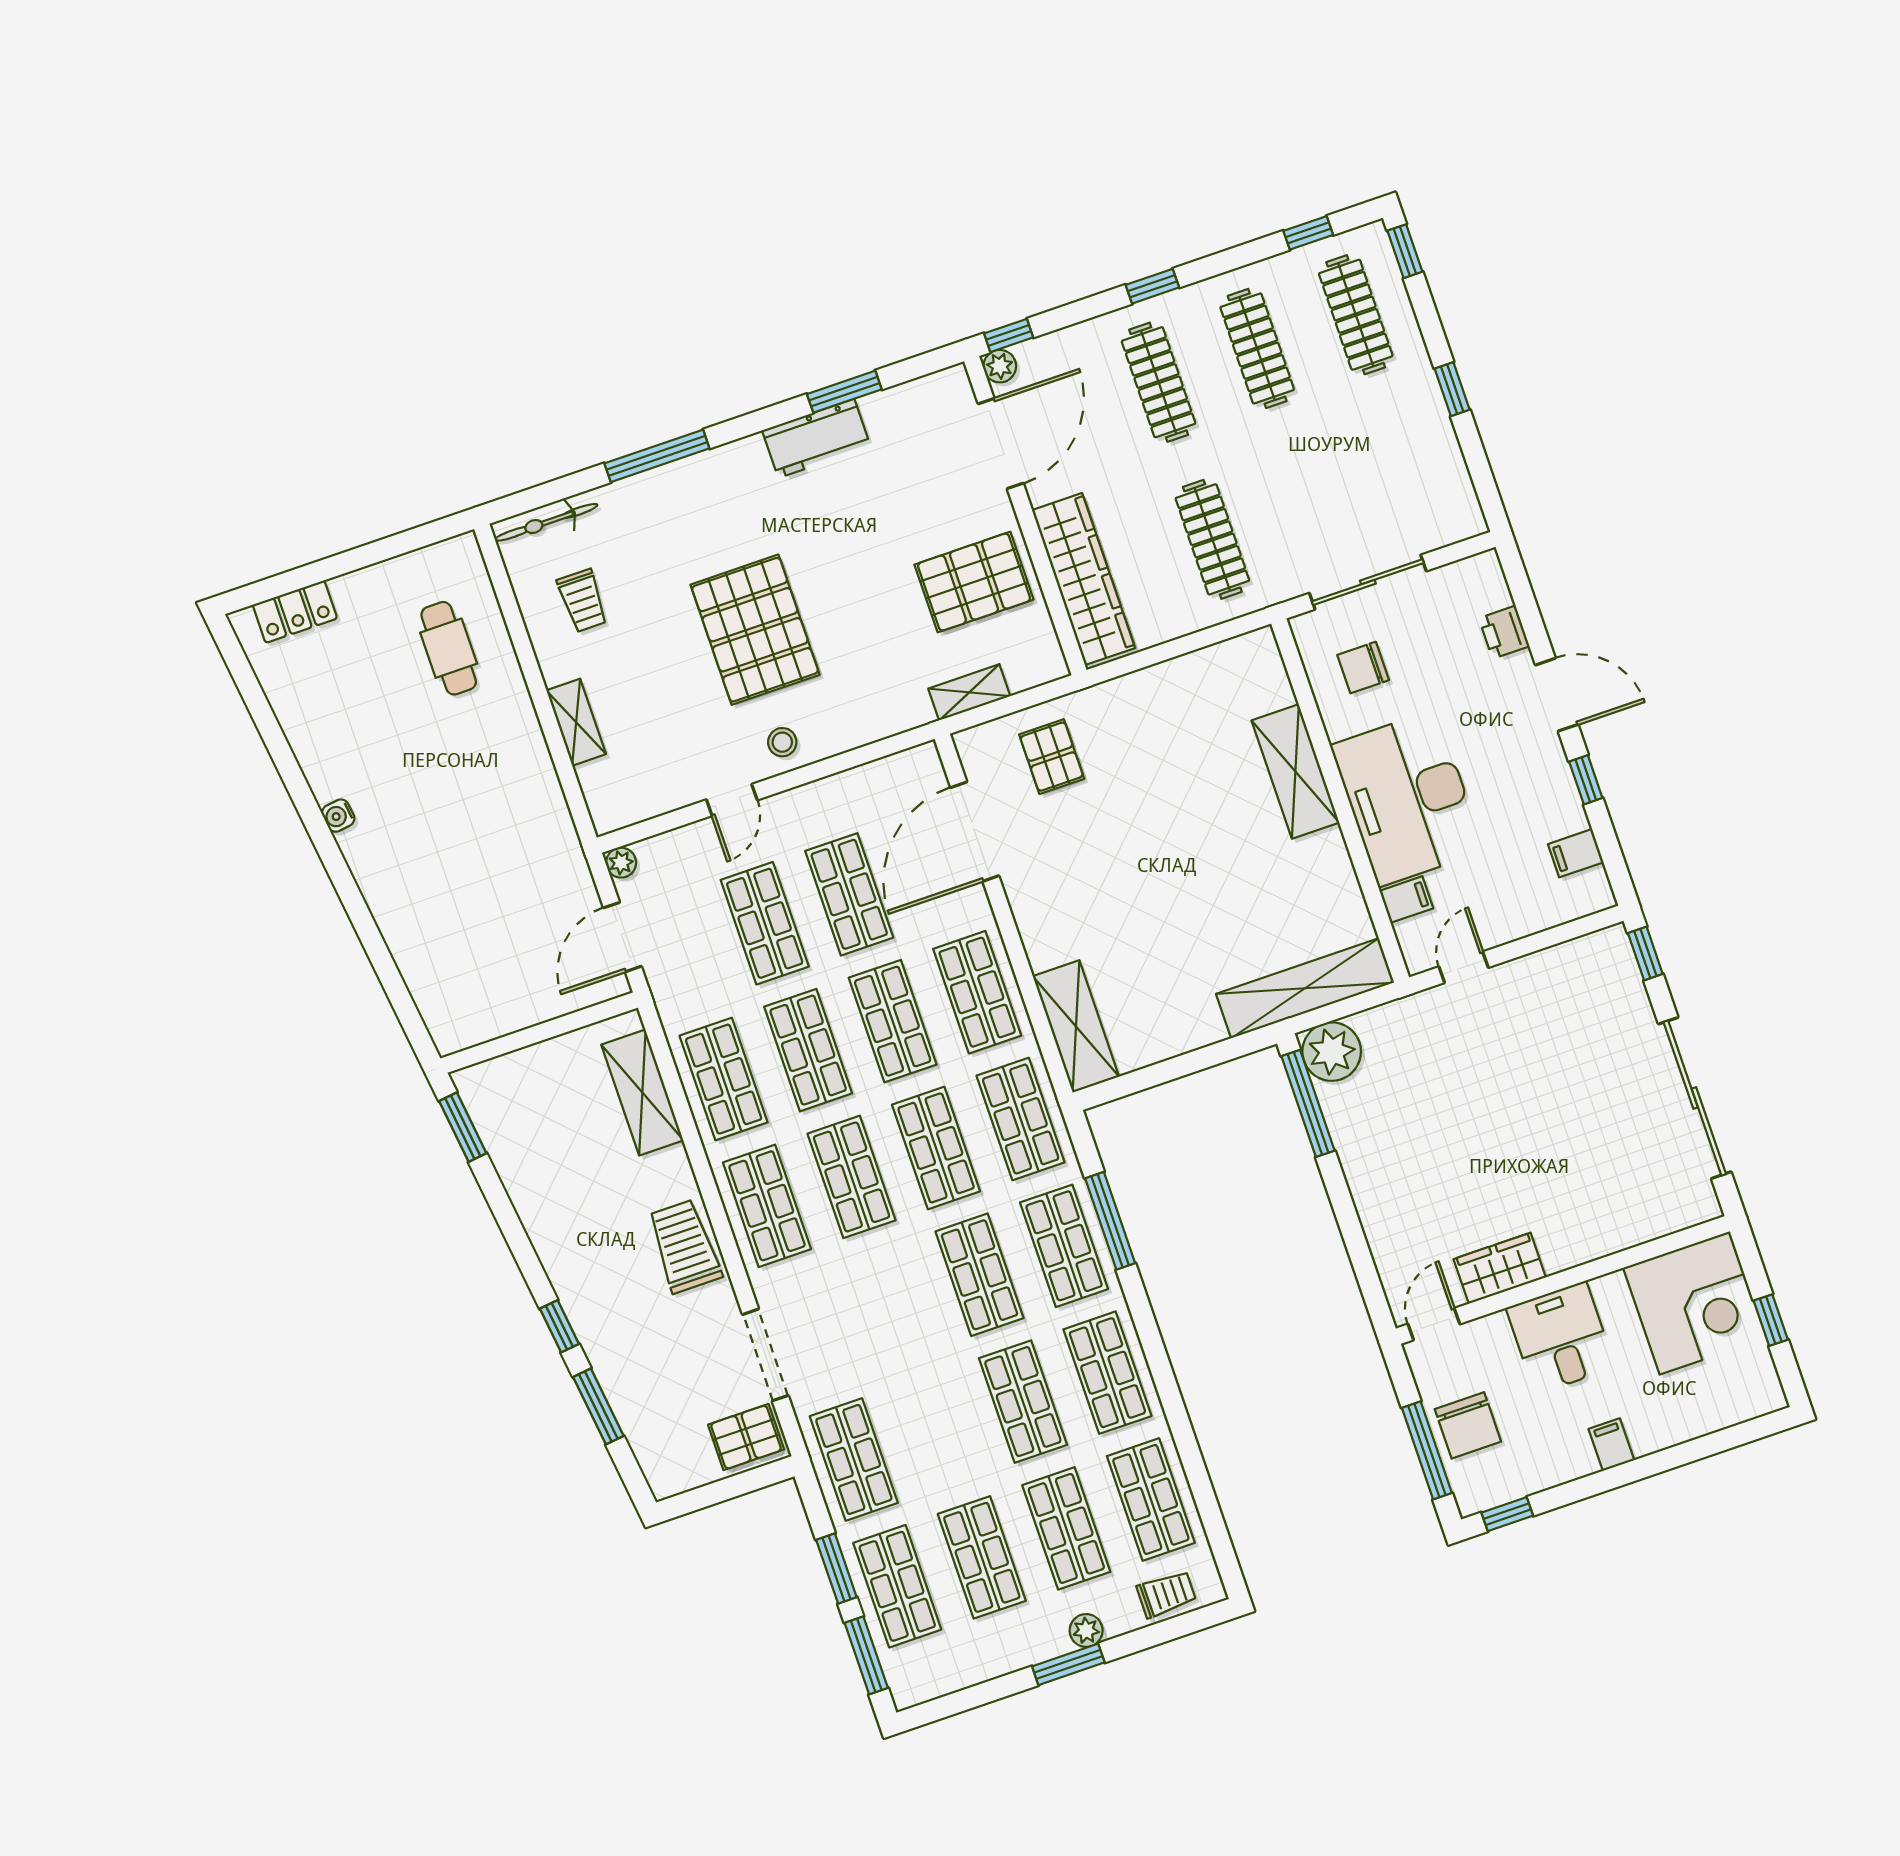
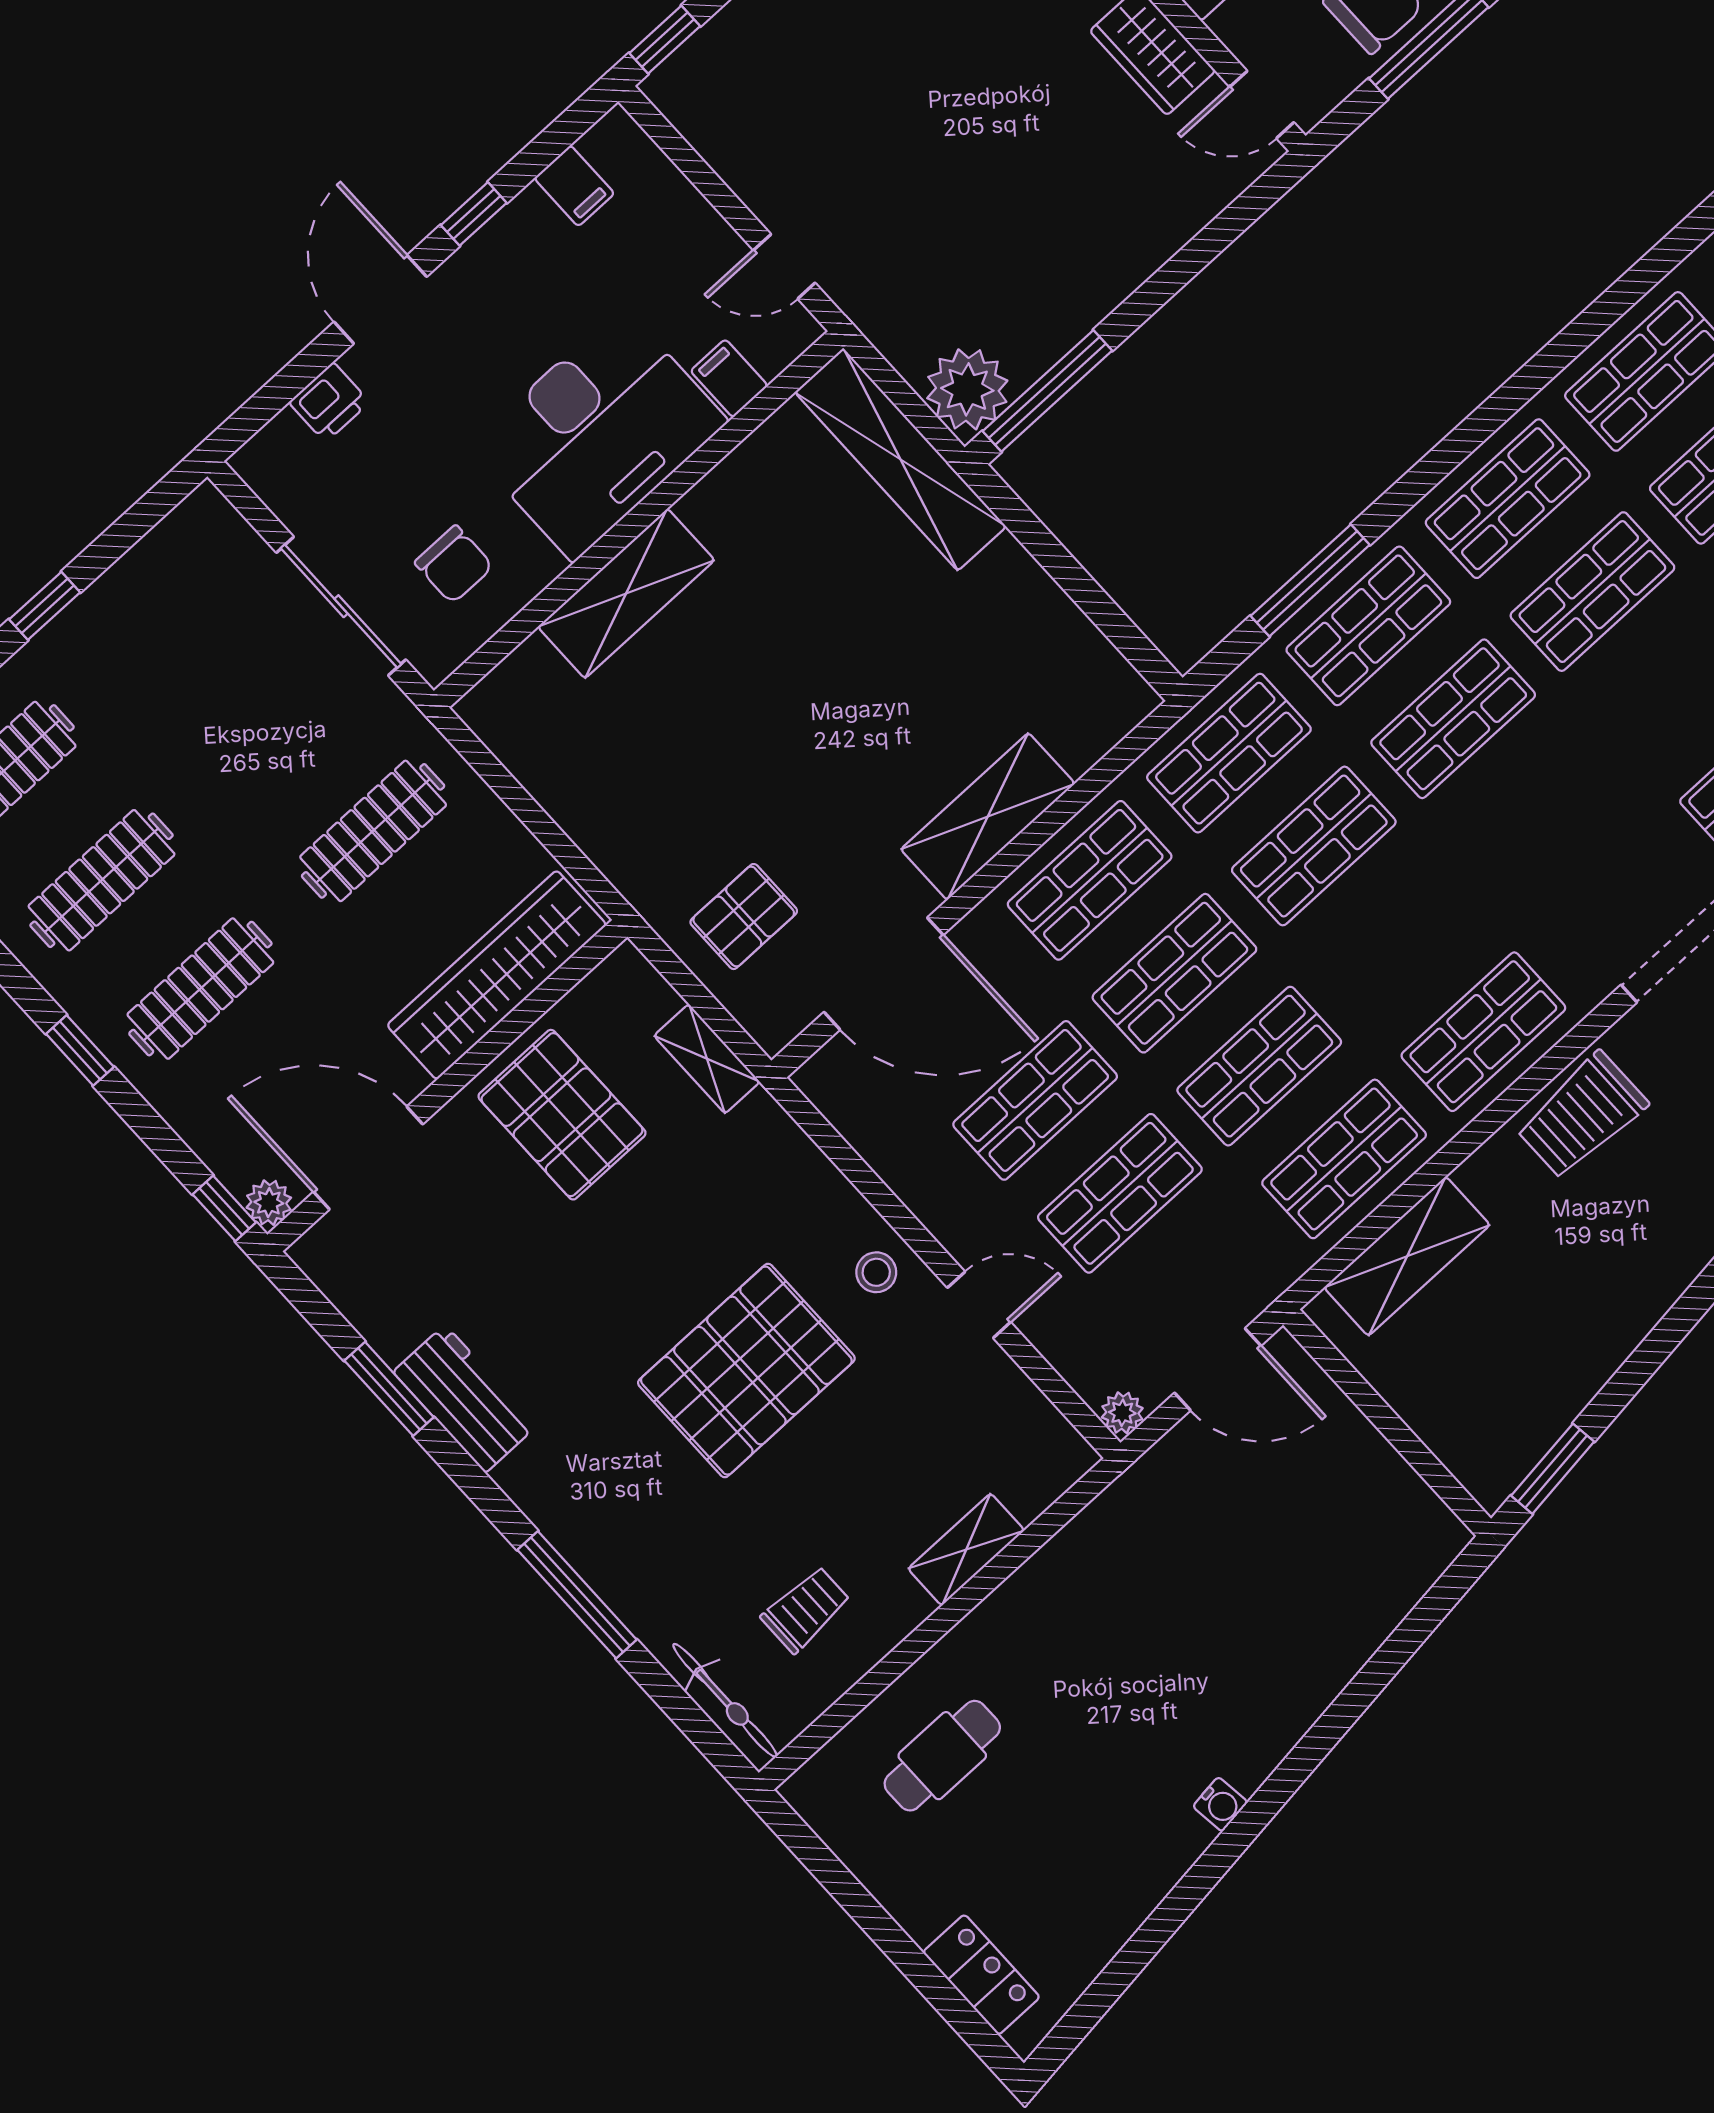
shelving: (1076, 1026) -> (988, 816), moved
shop shelf: (852, 1177) -> (1399, 939), removed

